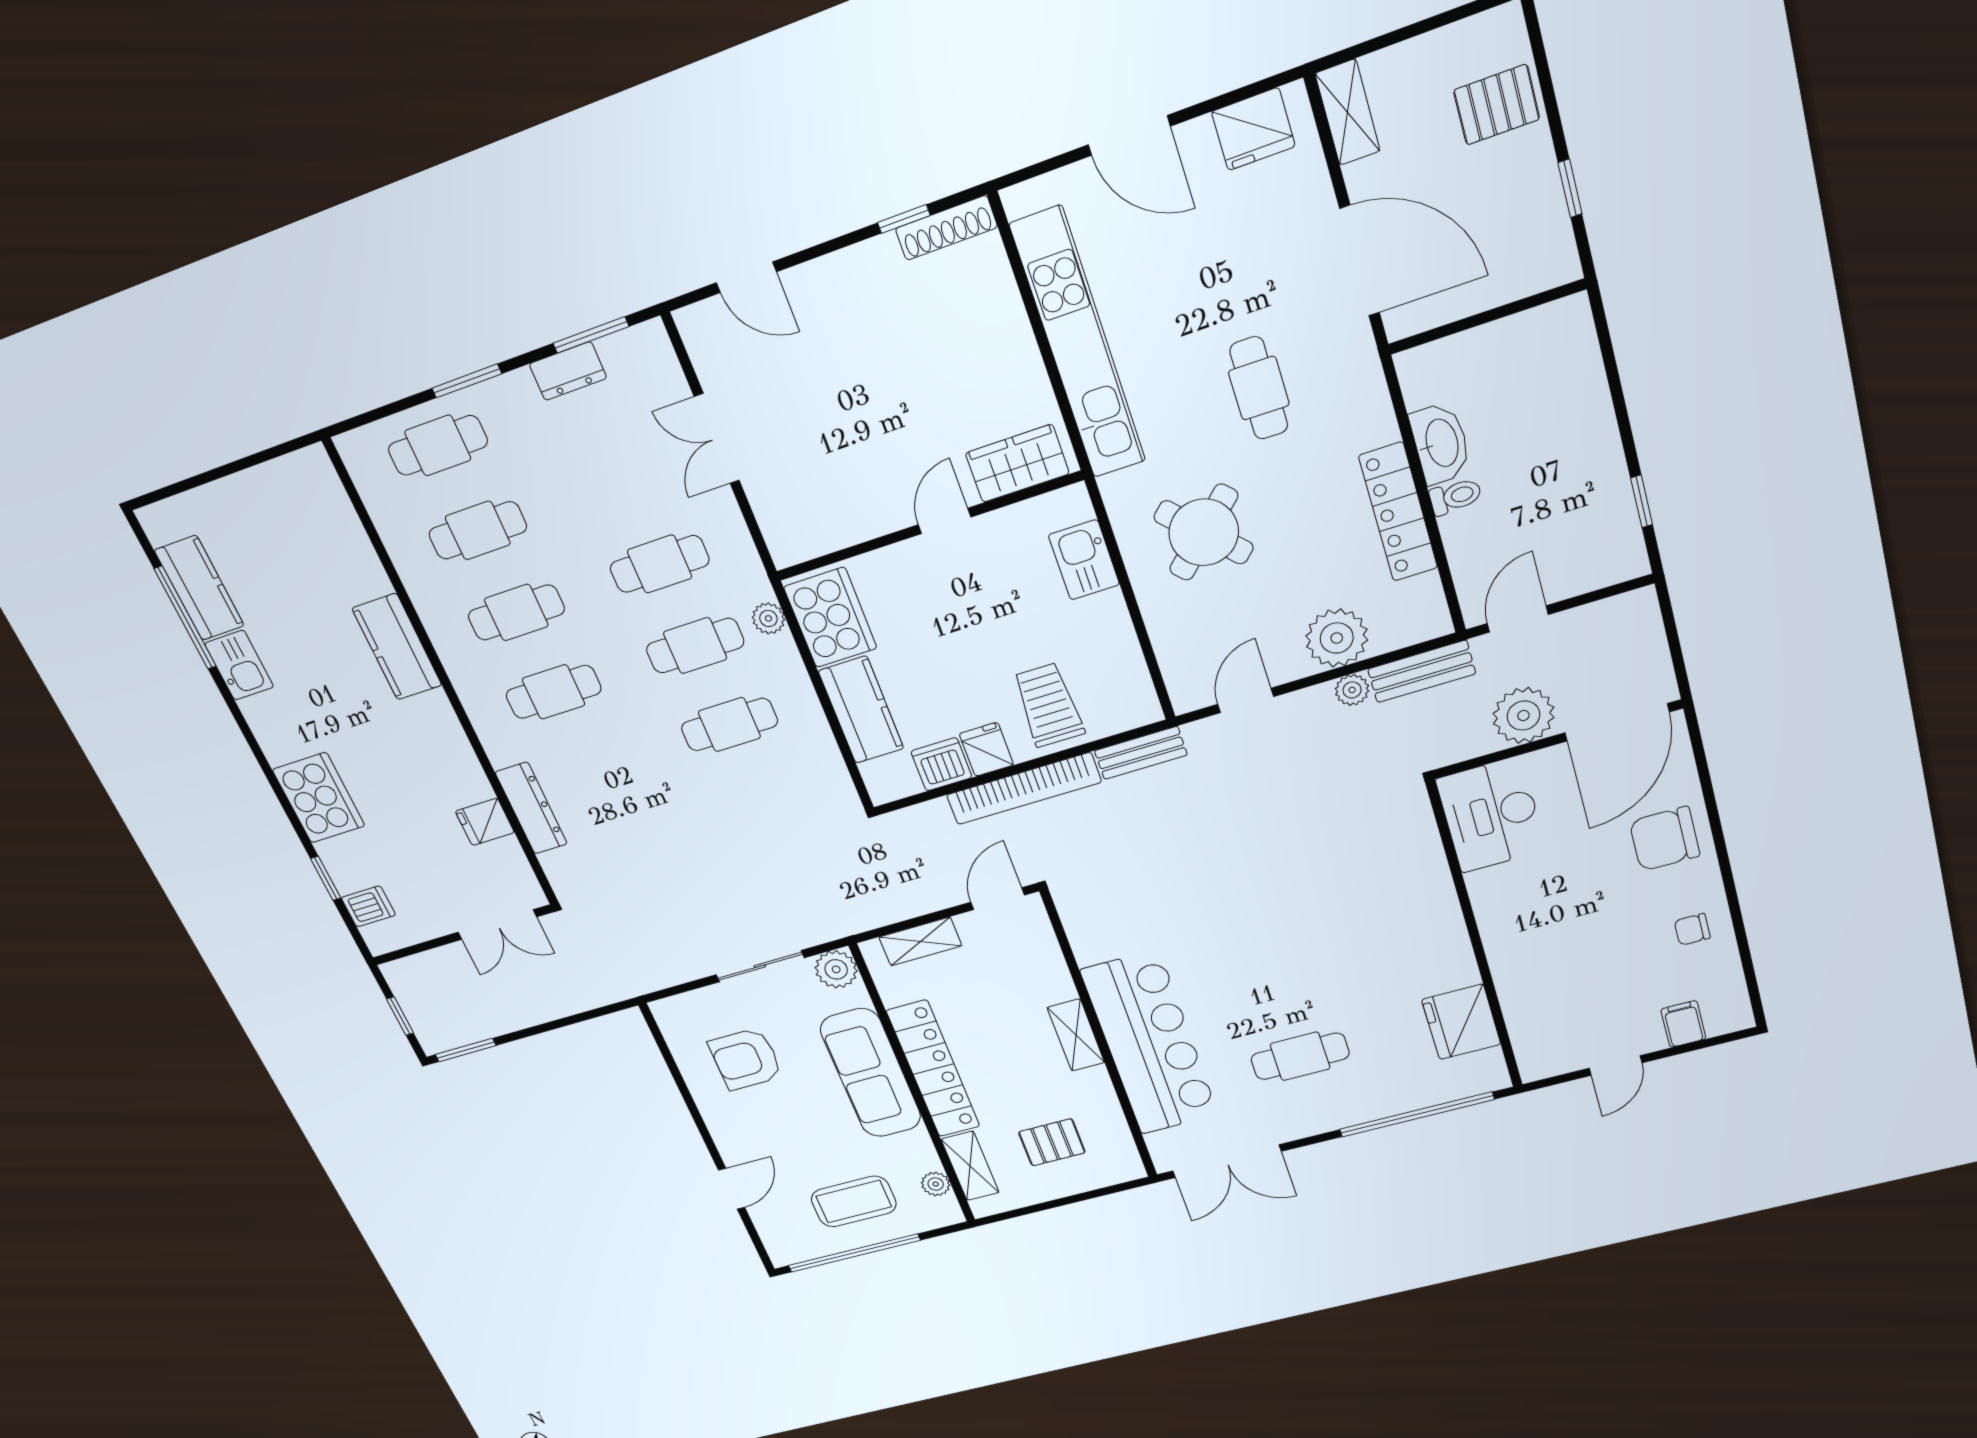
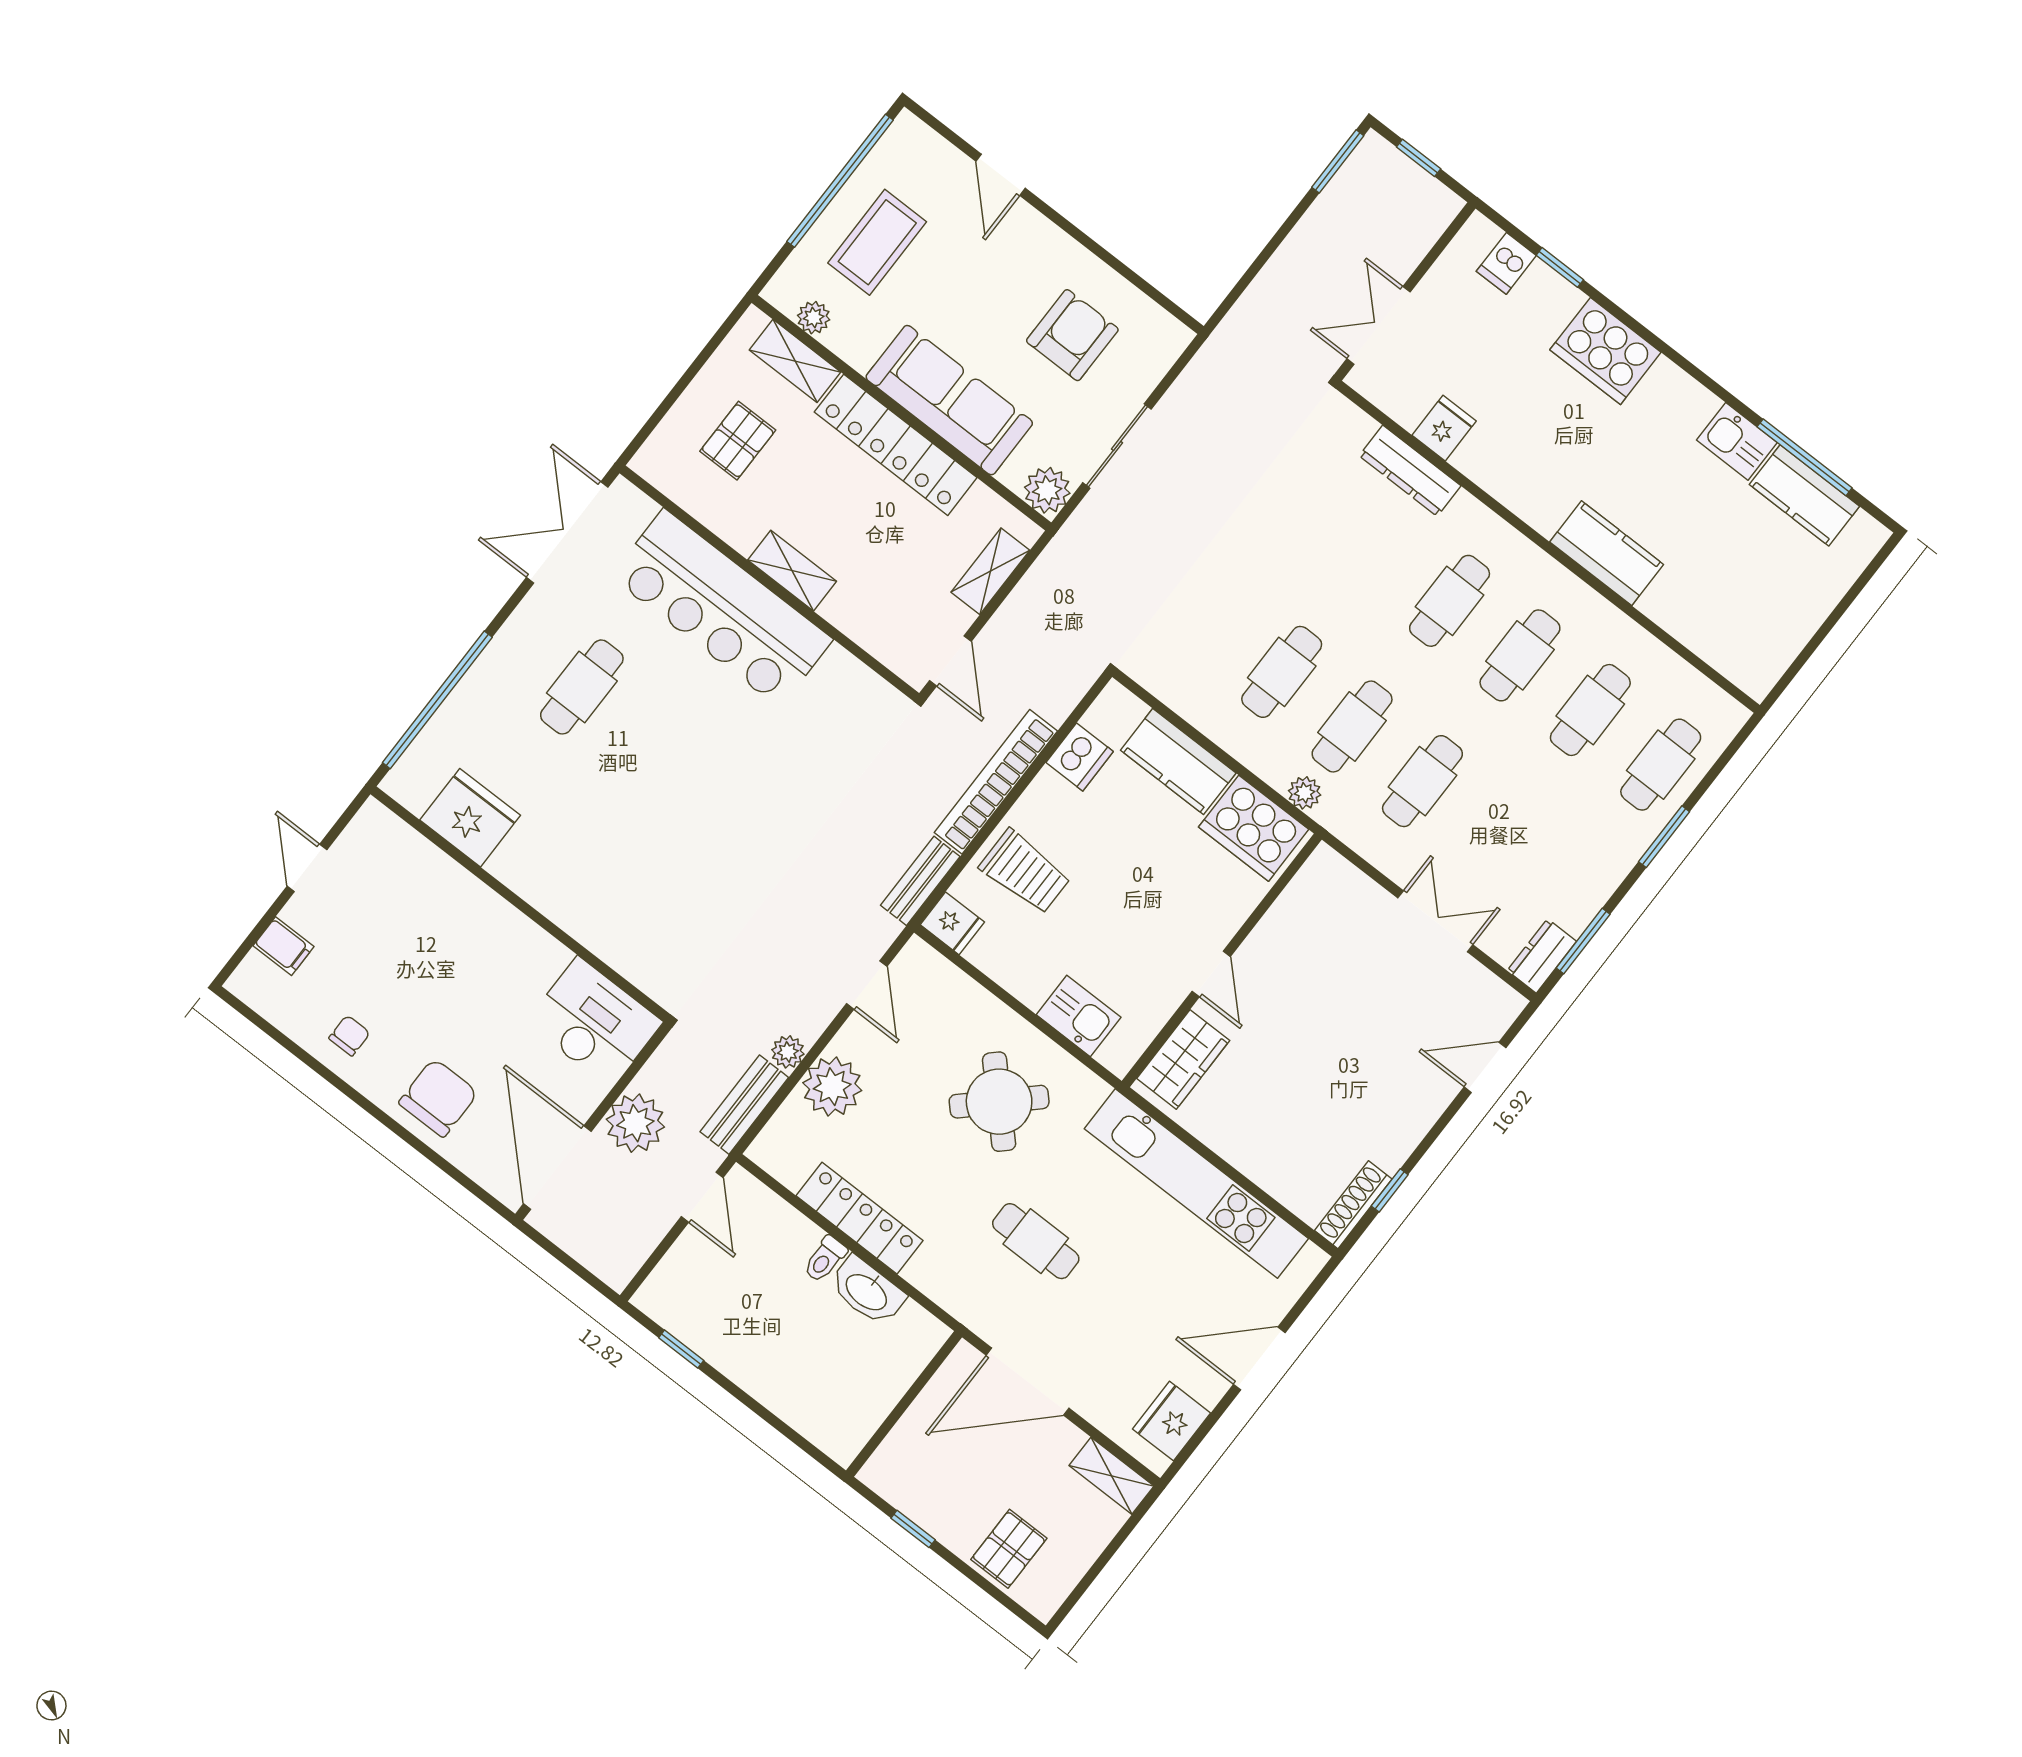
dresser: (568, 371) -> (1542, 956), moved
fridge: (986, 749) -> (952, 923), moved

